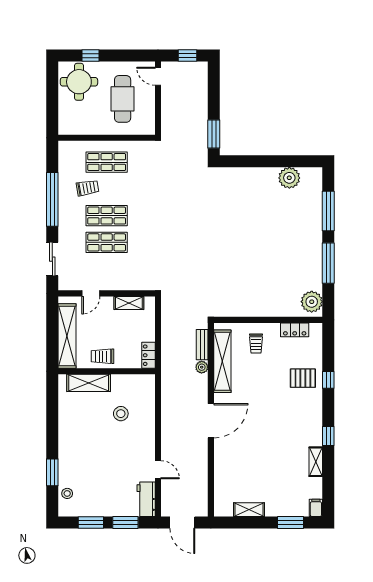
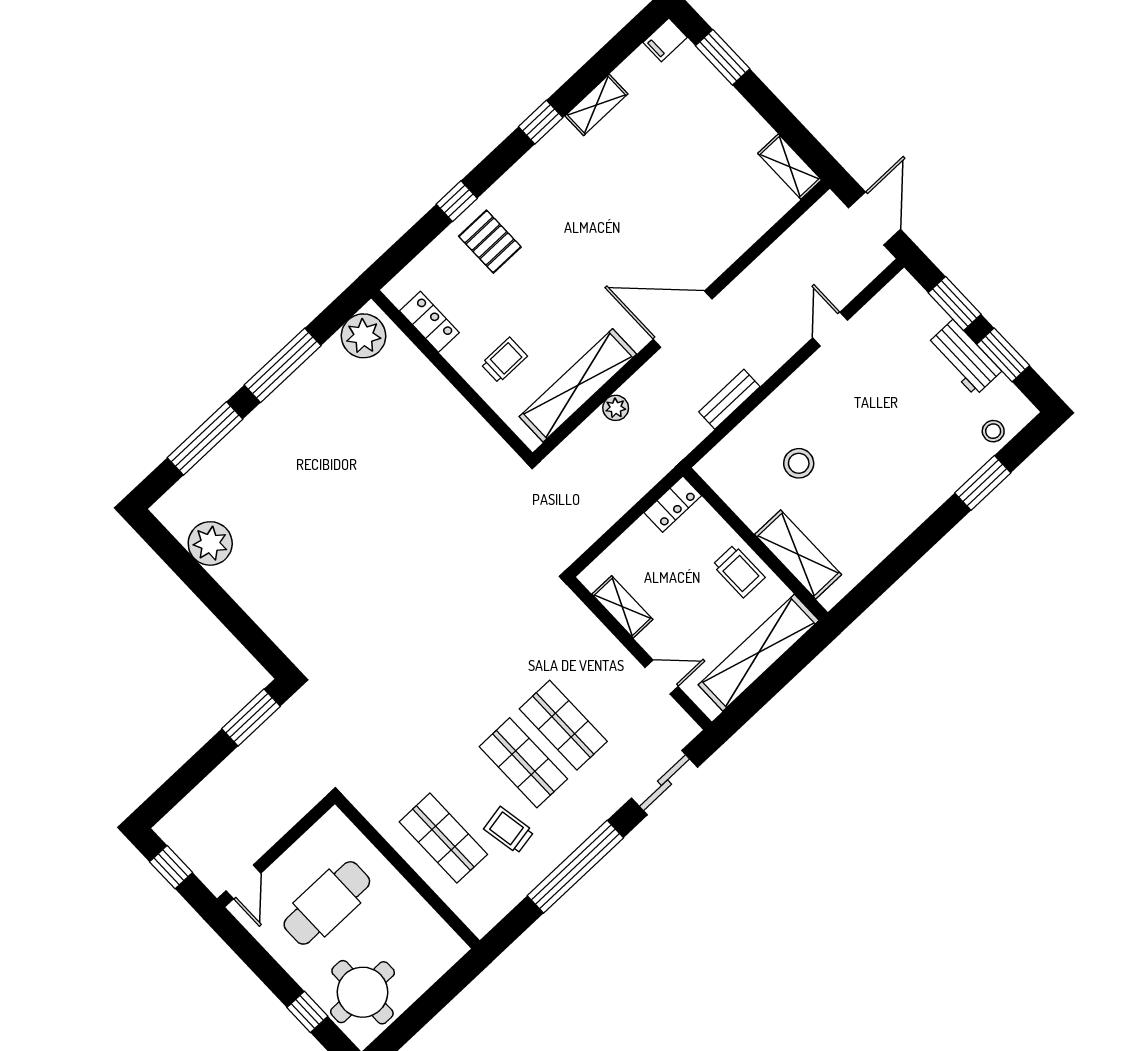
bench: (202, 345) -> (729, 399), moved
workbench: (146, 499) -> (964, 358), moved, turned 90
shelving: (249, 510) -> (790, 167), moved

